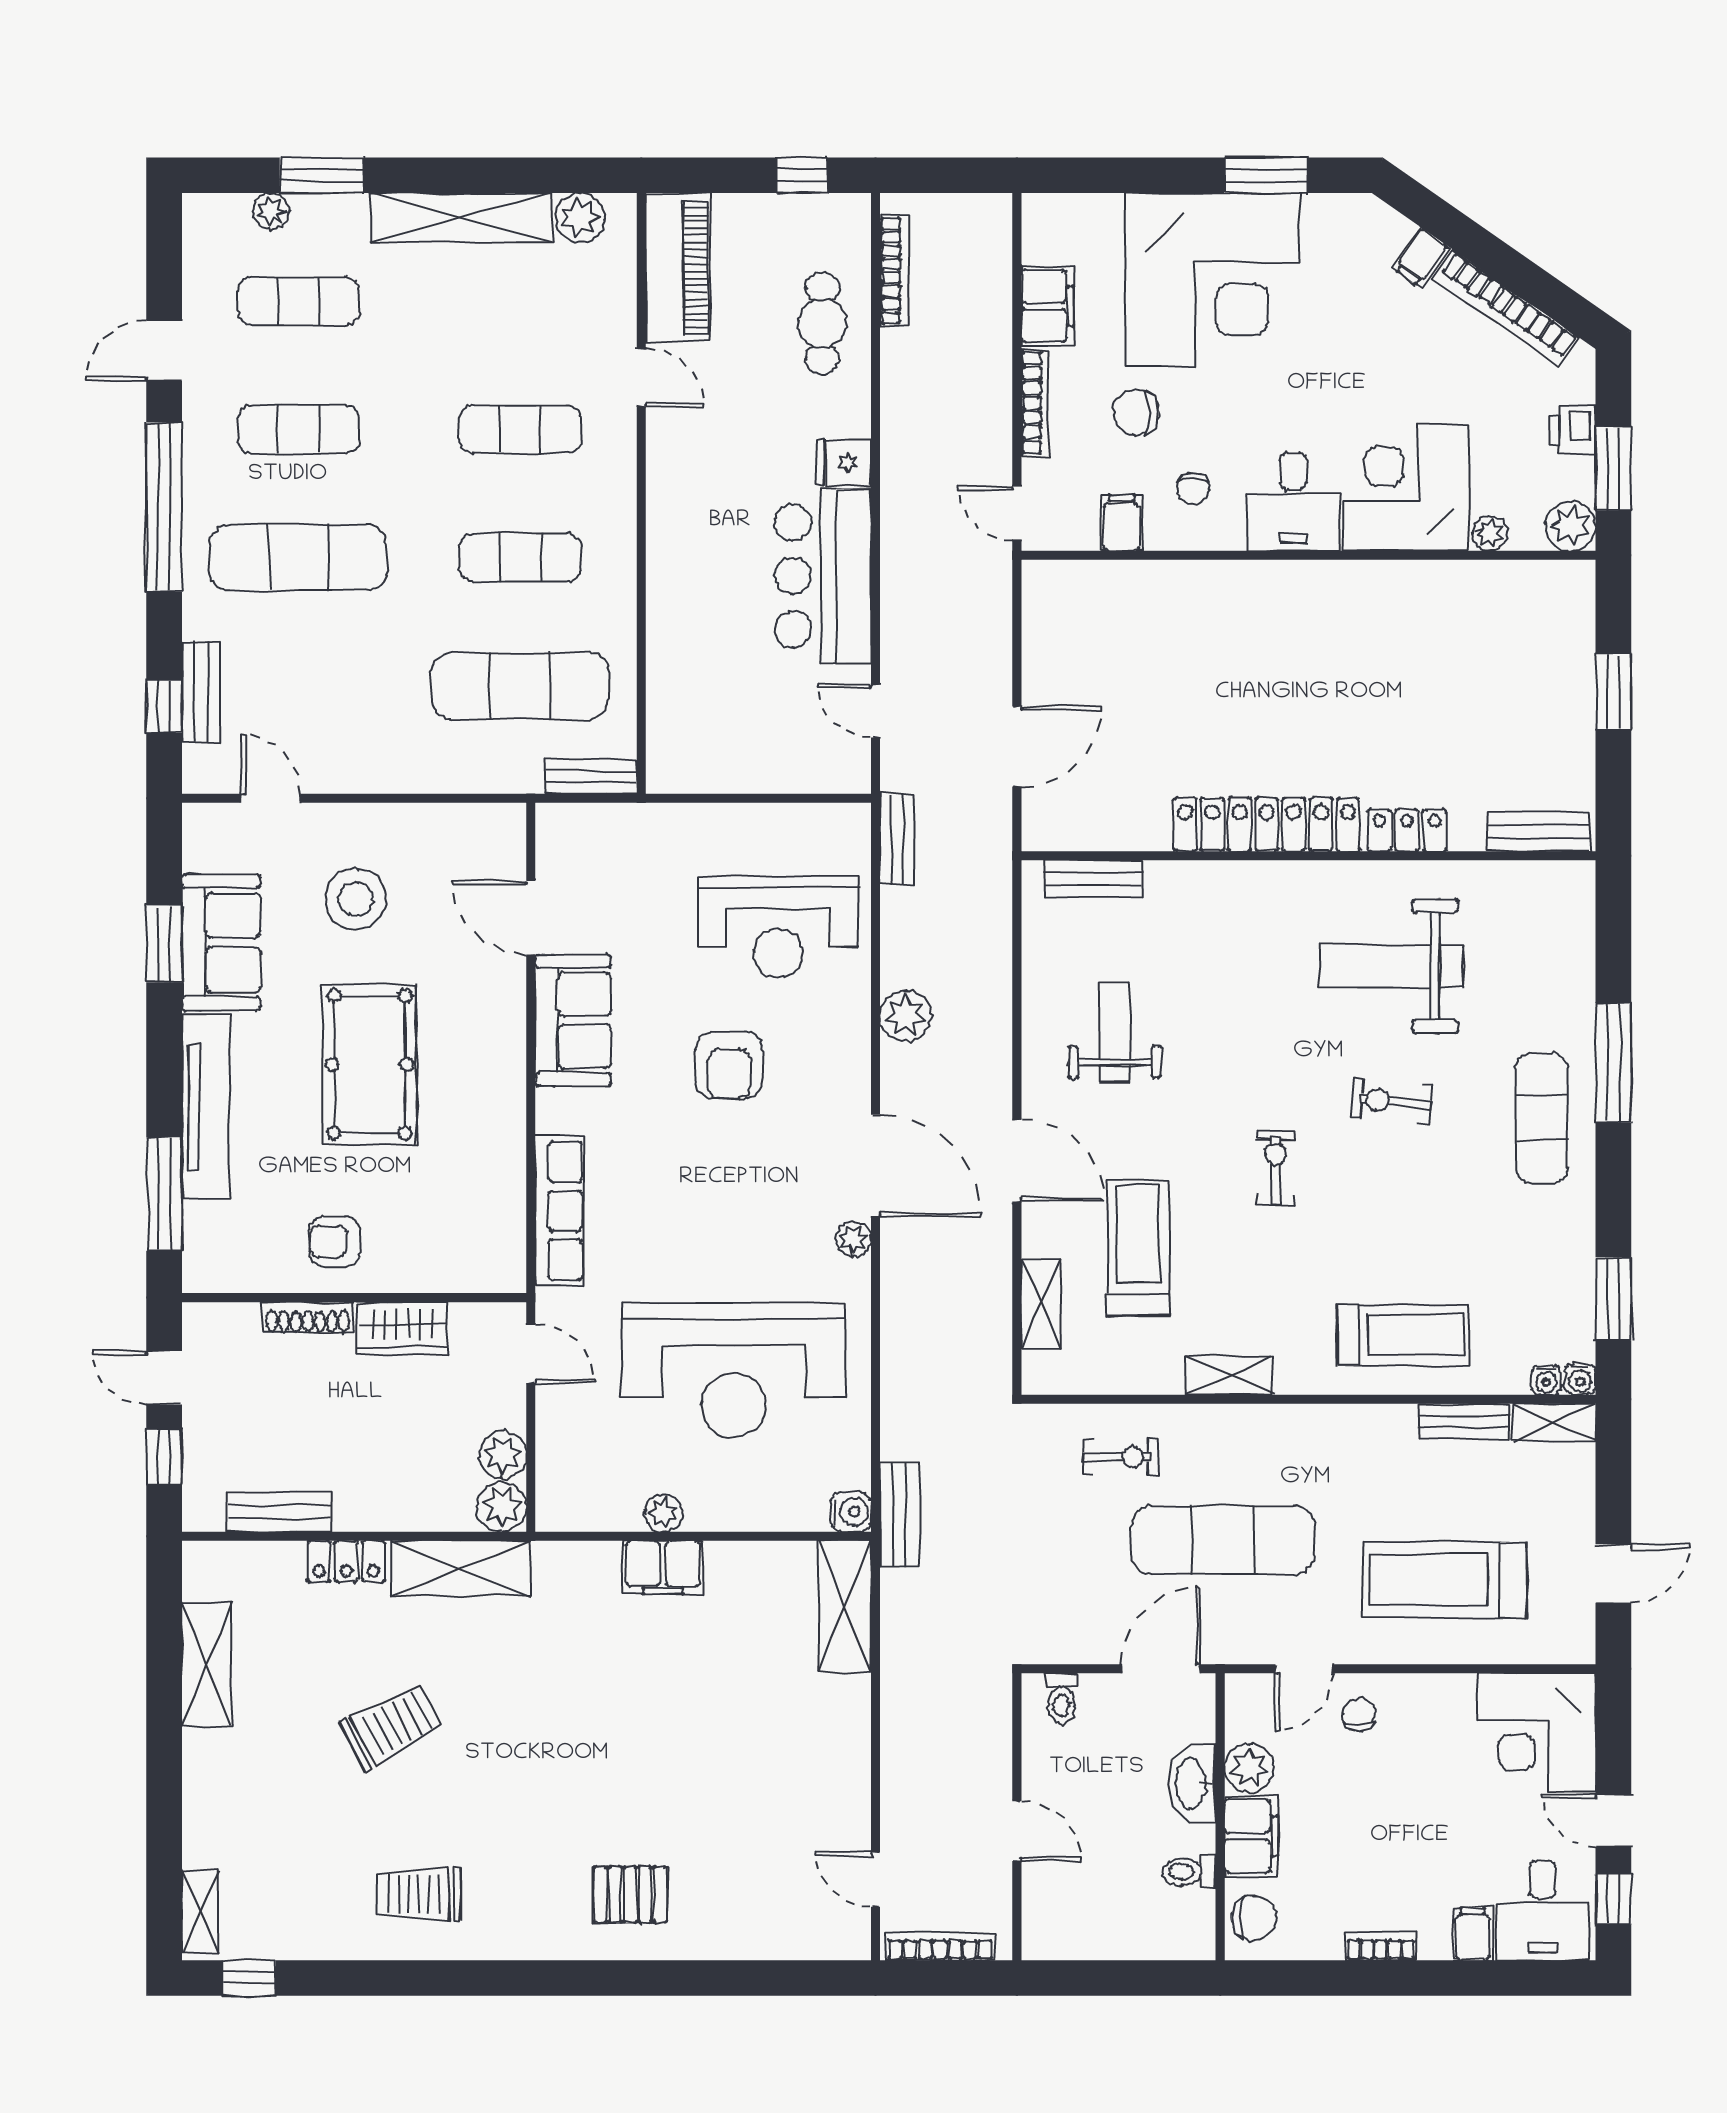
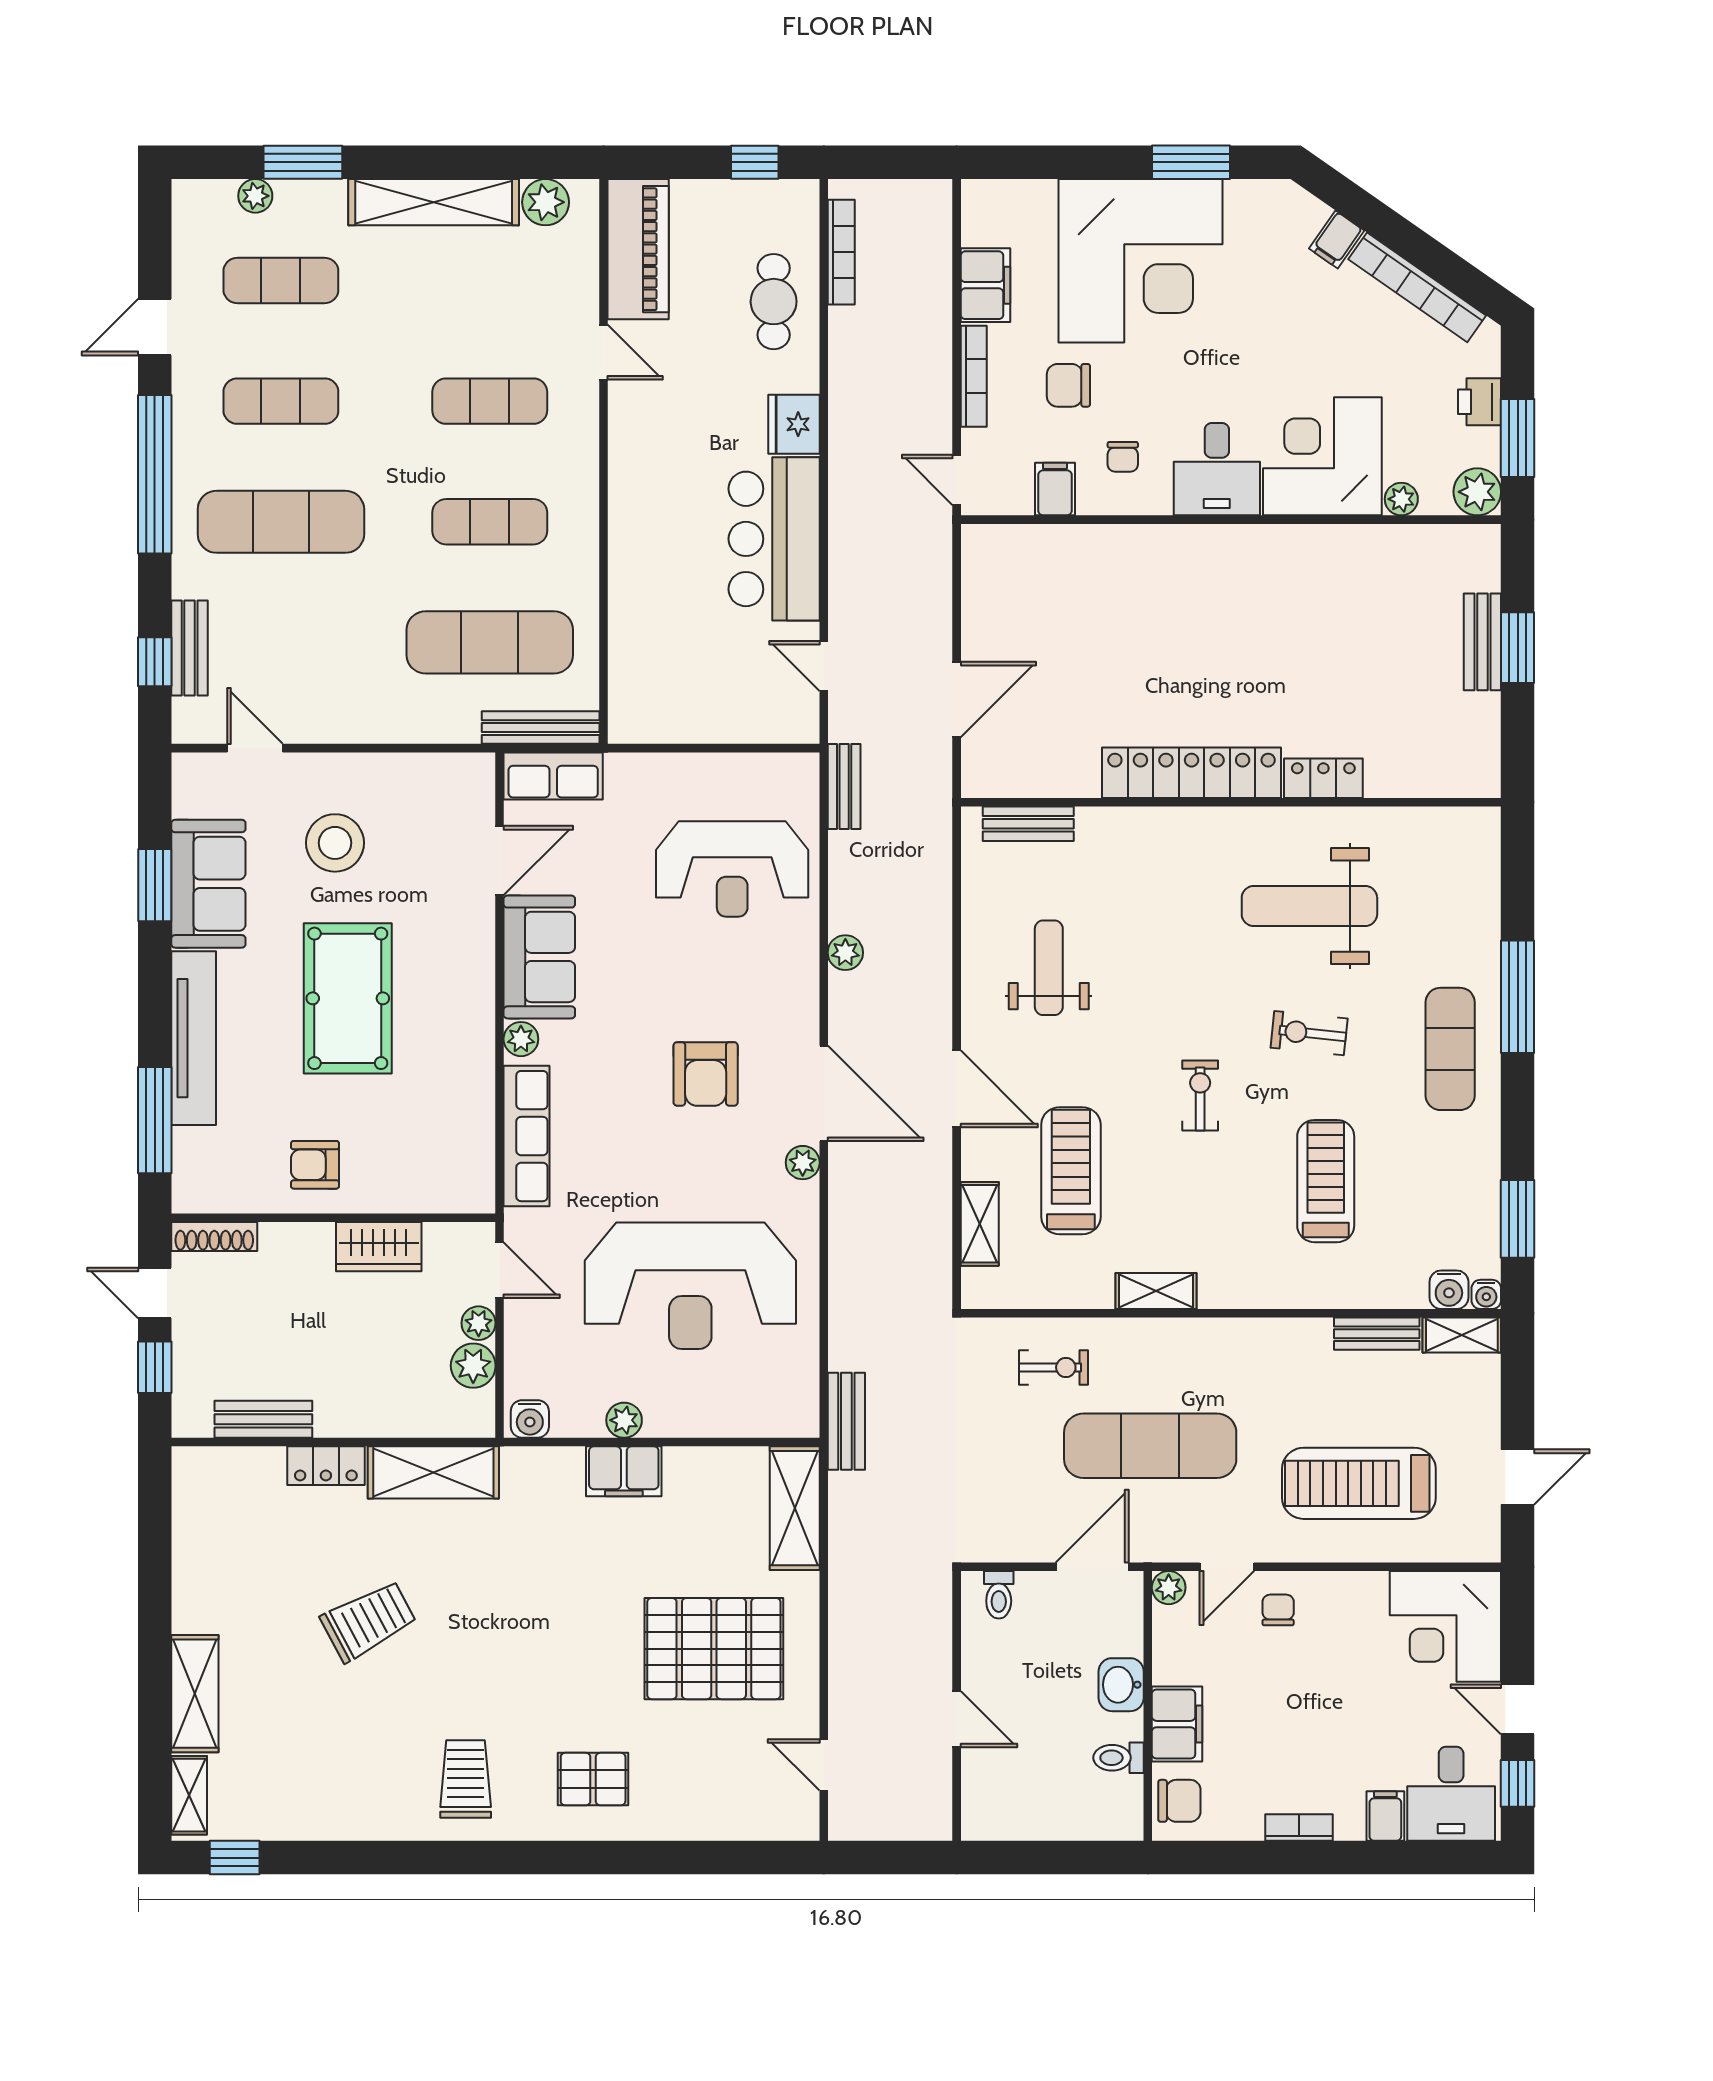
fridge: (844, 463) -> (794, 424), width x1.38
bench: (591, 776) -> (541, 728), width x1.36
row of seats: (588, 828) -> (553, 776), added
bench: (1539, 832) -> (1482, 642), moved, turned 90
door: (531, 918) -> (500, 860), swing flipped
plant: (906, 1016) -> (845, 953), width x0.73, depth x0.73
armchair: (729, 1066) -> (706, 1074), moved
plant: (554, 1108) -> (521, 1039), added
shoe rack: (308, 1318) -> (214, 1236), moved
treadmill: (1403, 1335) -> (1326, 1181), moved, turned -90
water cooler: (1546, 1380) -> (1449, 1290), width x1.38, depth x1.38
plant: (502, 1507) -> (479, 1323), moved, width x0.73, depth x0.73
water cooler: (851, 1512) -> (530, 1419), moved, turned 90
shelving: (207, 1665) -> (195, 1694), moved
pallet: (759, 1756) -> (714, 1649), added
plant: (1249, 1768) -> (1169, 1588), moved, width x0.73, depth x0.73
washbasin: (1192, 1783) -> (1121, 1685), width x0.72
trolley: (419, 1894) -> (466, 1779), moved, turned 90
bookcase: (940, 1946) -> (884, 1828), removed

